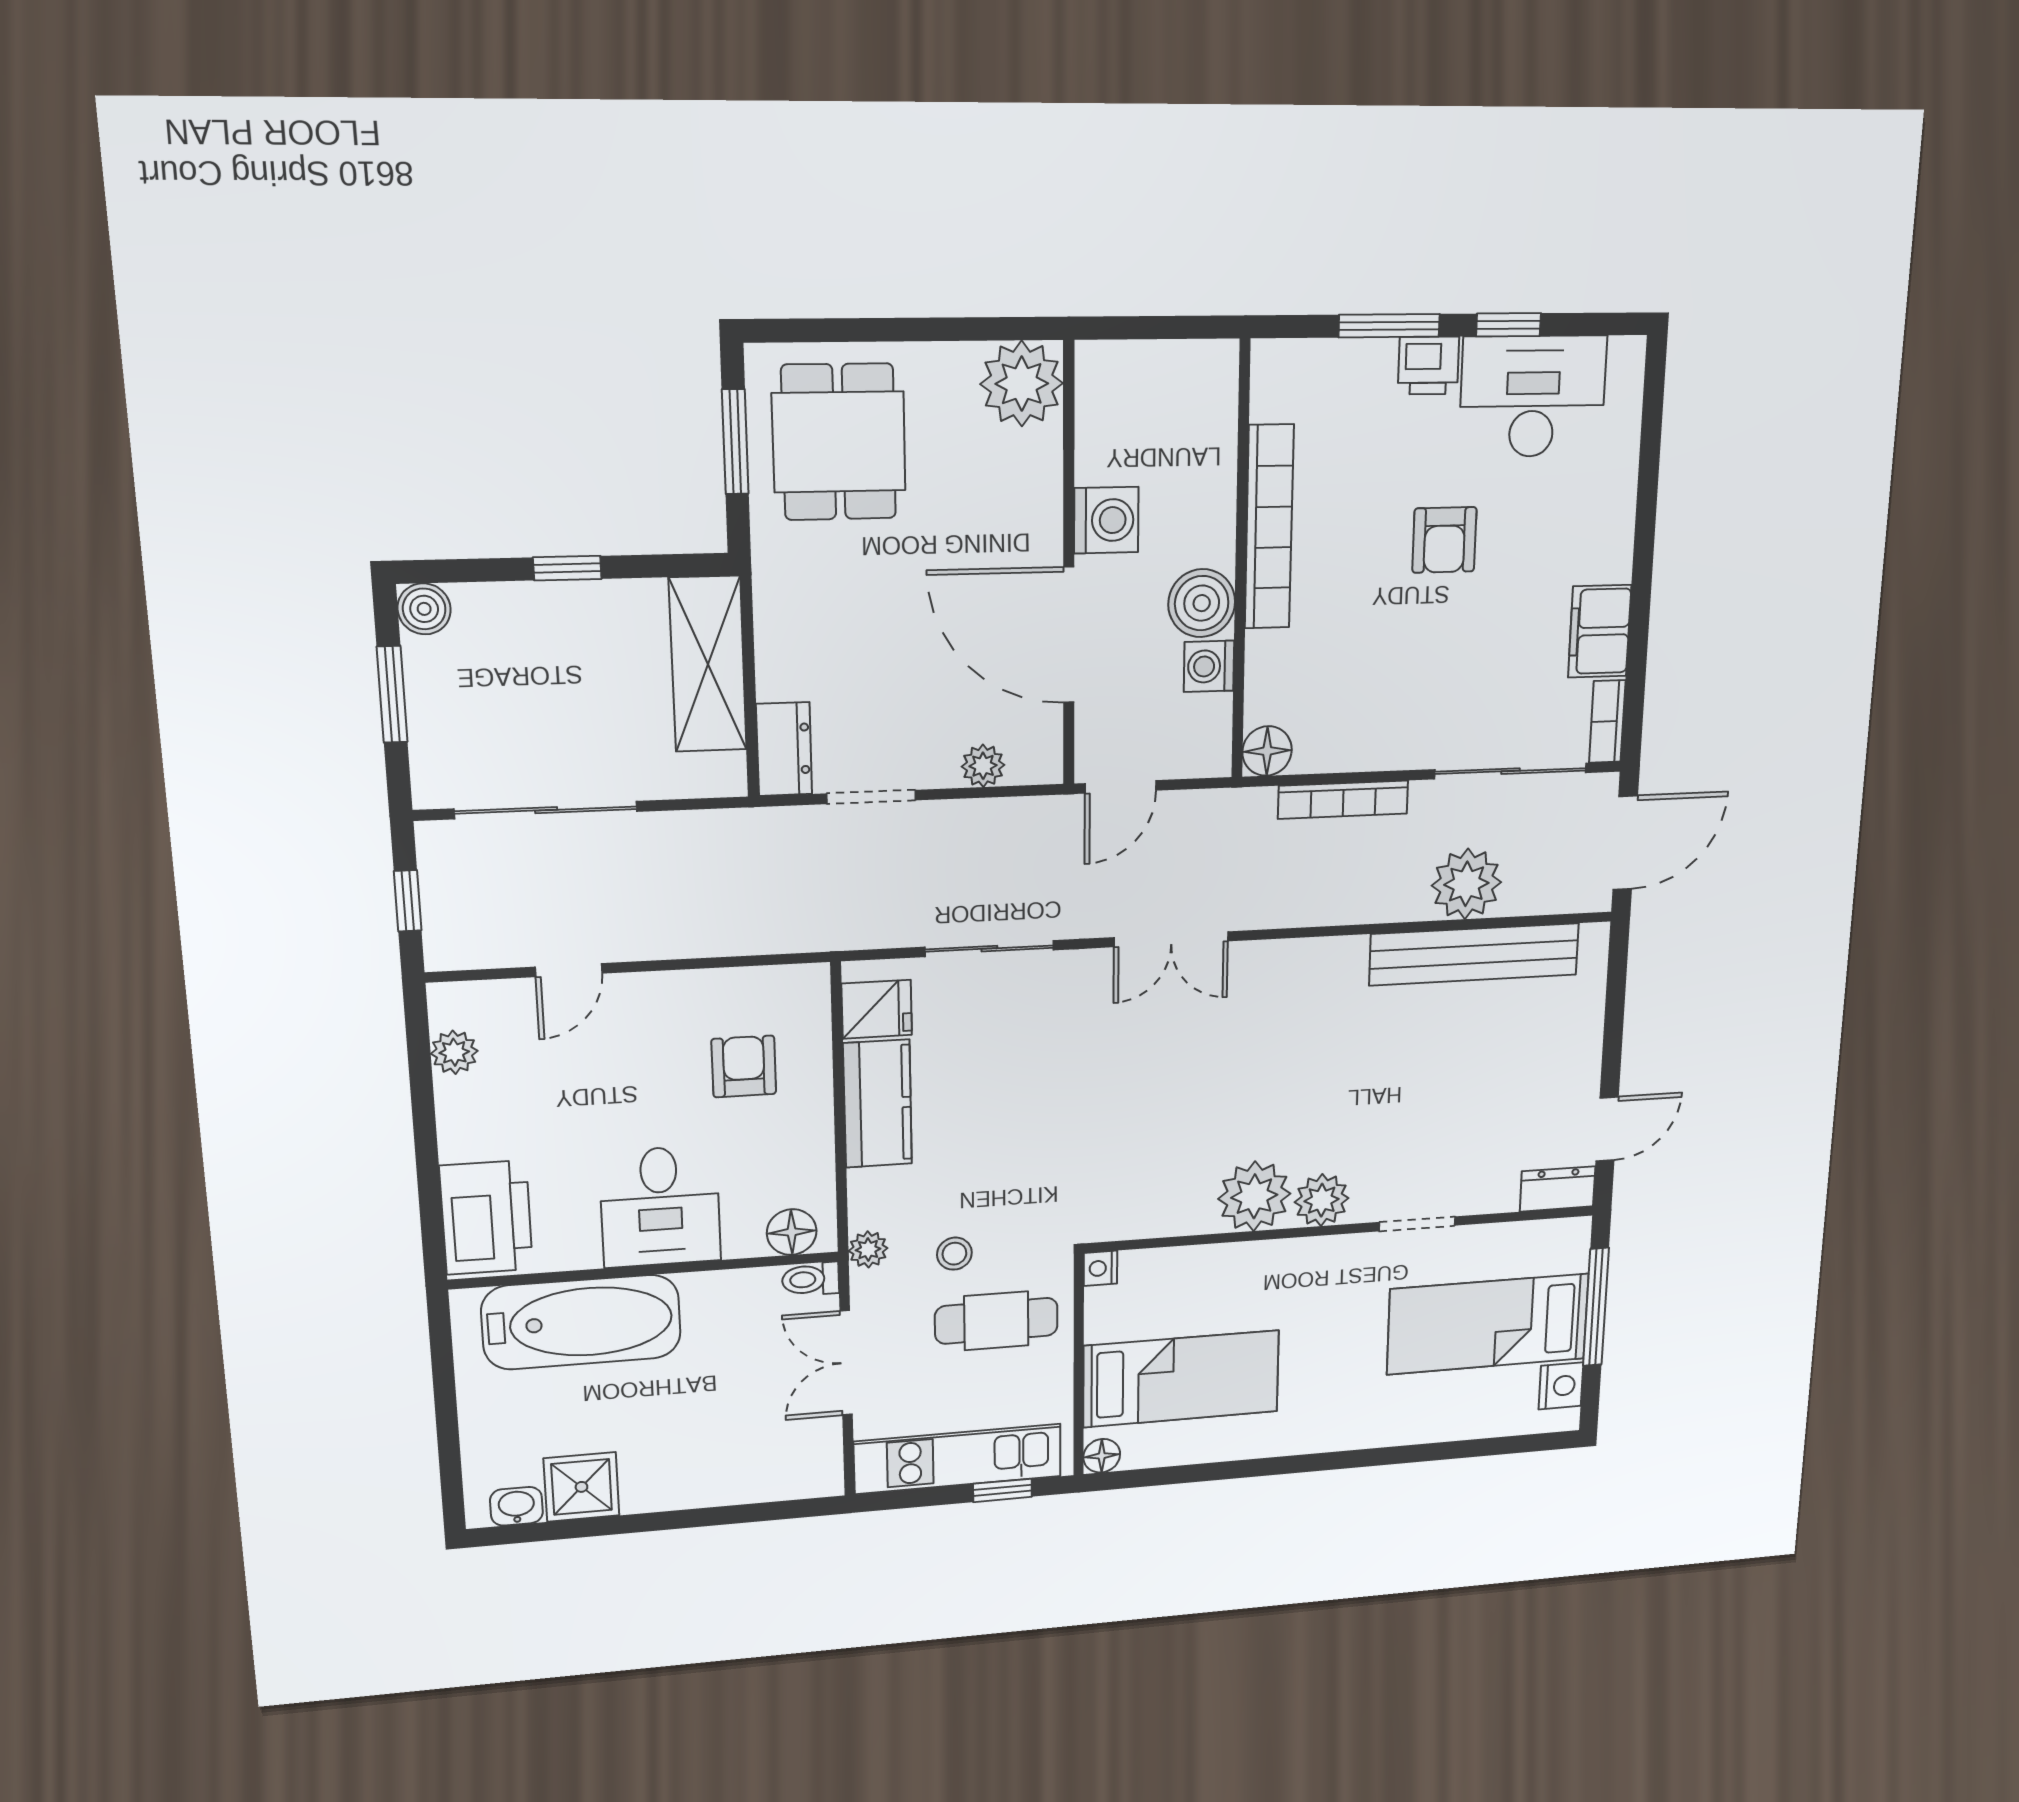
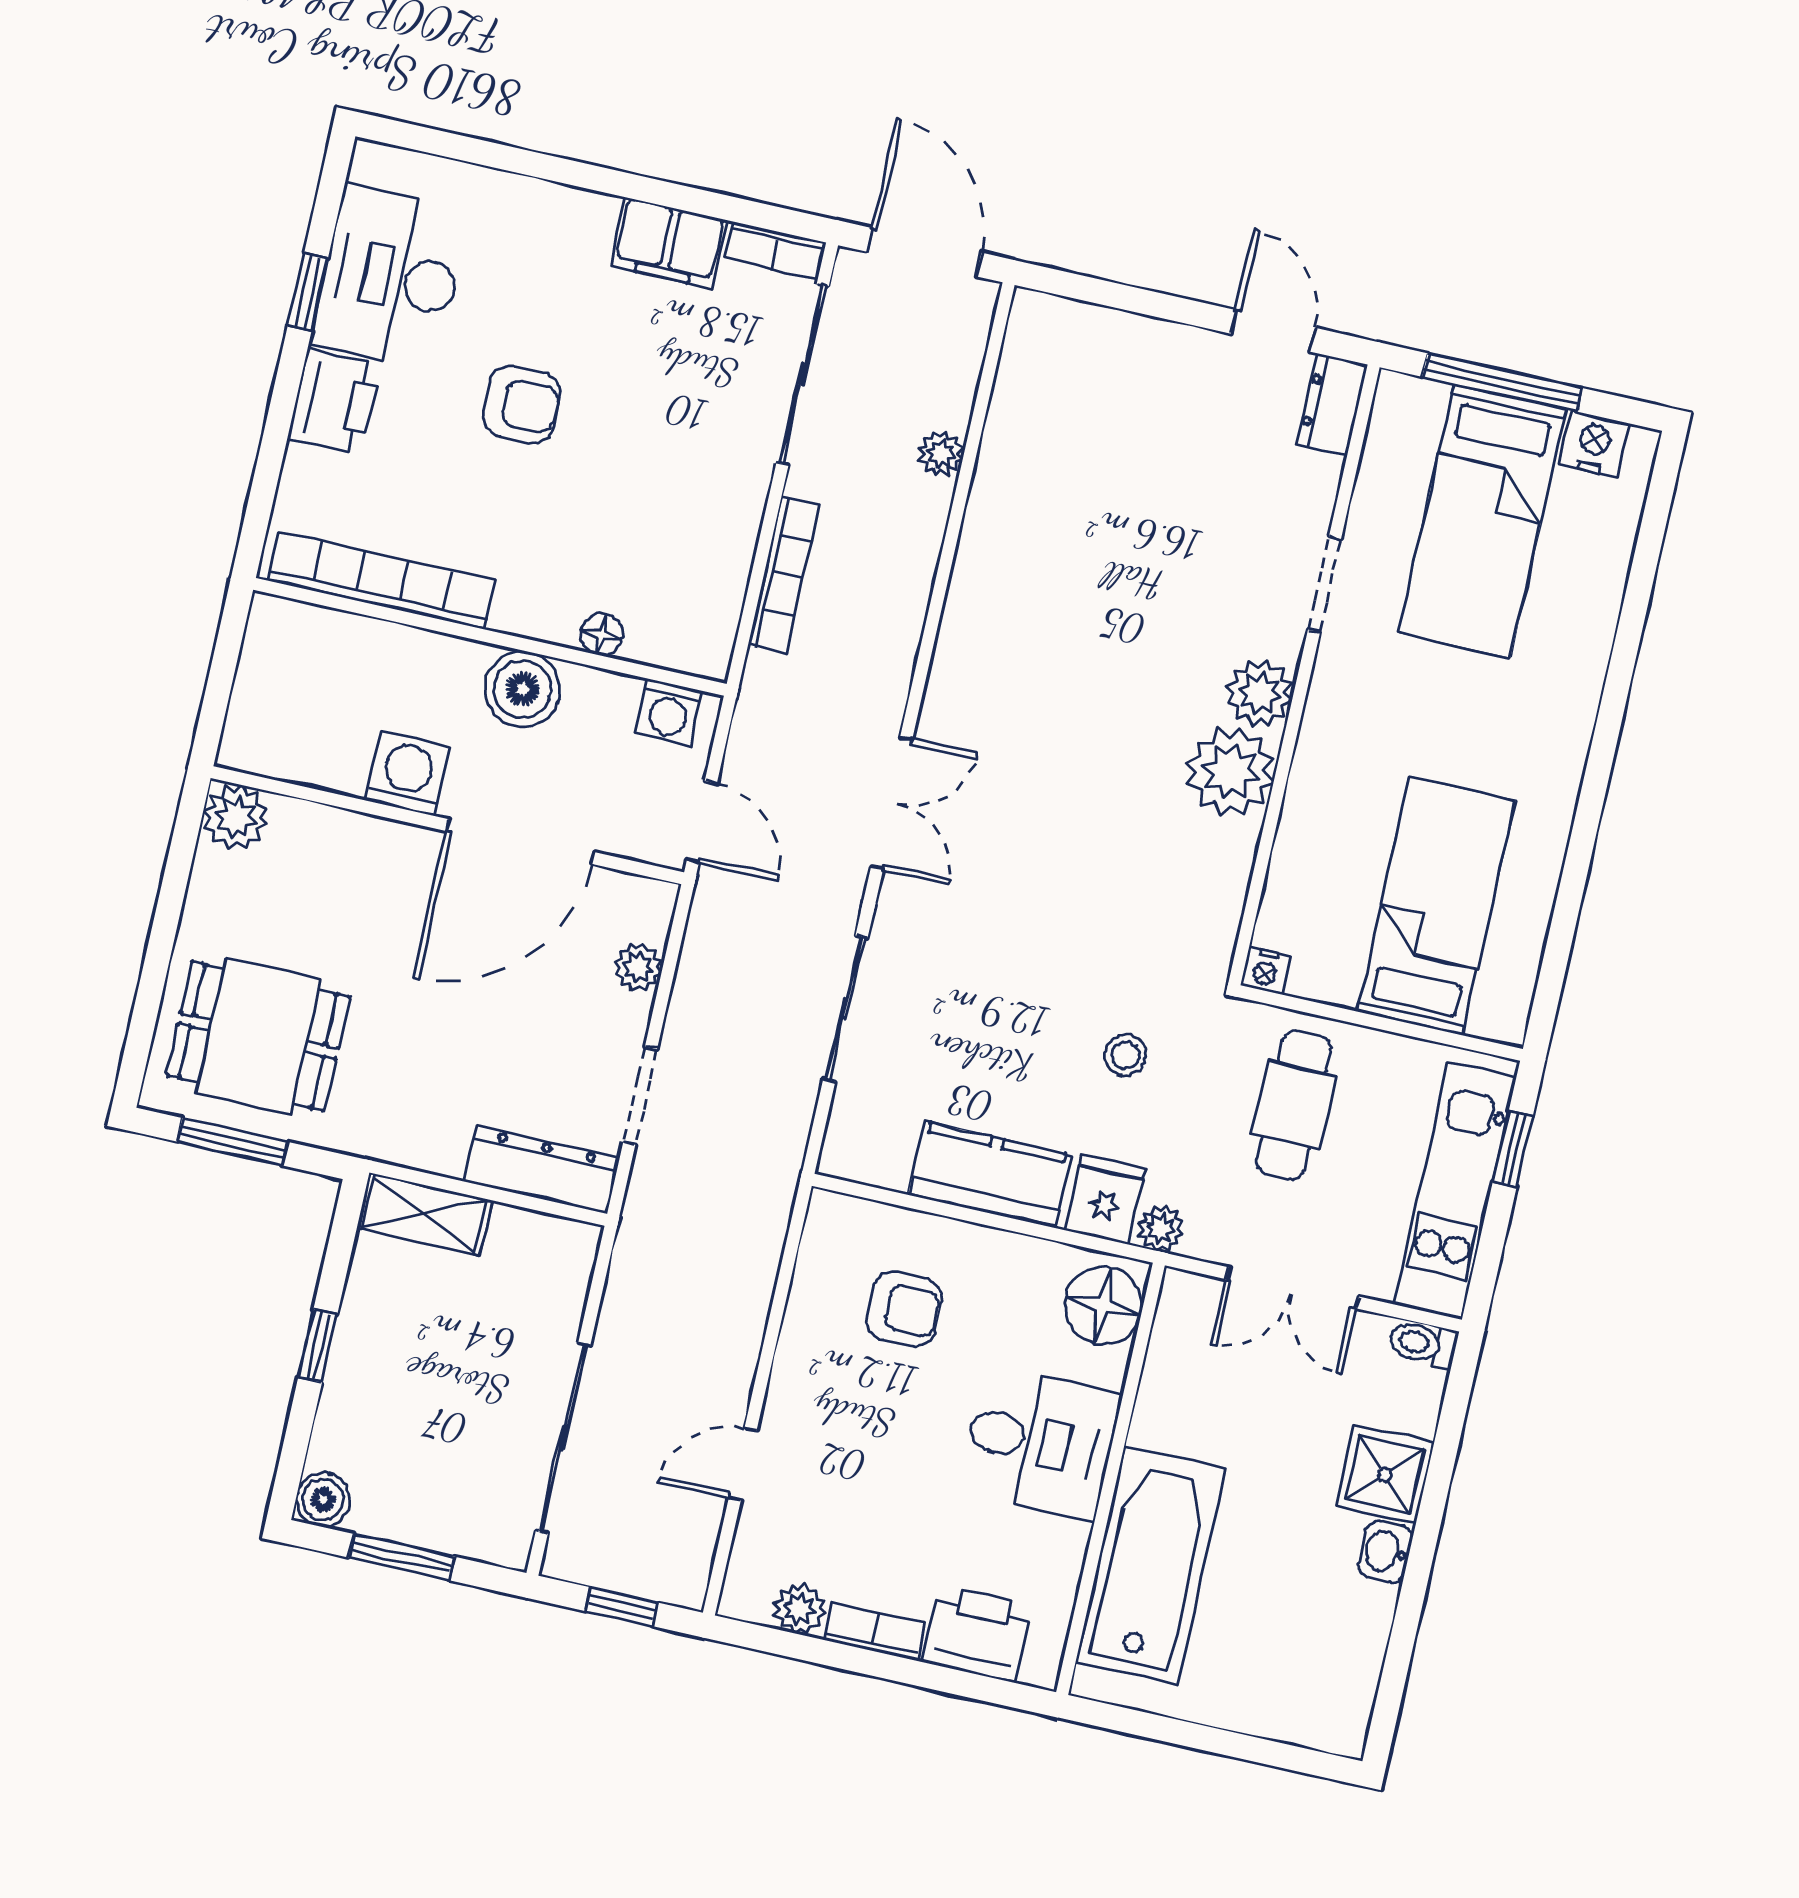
window: (1389, 326) -> (278, 424), removed
printer: (1428, 366) -> (334, 402), width x1.36, depth x1.24
plant: (1022, 384) -> (236, 817), width x0.73, depth x0.73
bookcase: (1269, 527) -> (382, 580), moved
shelving: (708, 664) -> (424, 1214), width x0.67, depth x0.75
washing machine: (1209, 666) -> (669, 712), moved
dresser: (784, 749) -> (542, 1170), width x1.44
floor lamp: (1267, 751) -> (602, 634), moved, width x0.73, depth x0.73
plant: (1466, 884) -> (941, 454), width x0.53, depth x0.53
bench: (1474, 954) -> (1009, 455), removed
door: (569, 970) -> (743, 1464), swing flipped
fridge: (877, 1009) -> (1105, 1199), moved
armchair: (744, 1066) -> (904, 1309), turned 180
bookcase: (453, 1120) -> (874, 1632), added
printer: (486, 1218) -> (977, 1634), width x0.73, depth x0.84
floor lamp: (792, 1232) -> (1103, 1305), width x1.38, depth x1.38
stool: (954, 1254) -> (1126, 1055), moved
toilet: (811, 1279) -> (1423, 1344), moved, turned 90
floor lamp: (1102, 1456) -> (1506, 1022), removed
shower: (581, 1487) -> (1385, 1474), moved
washbasin: (516, 1506) -> (1385, 1552), moved

